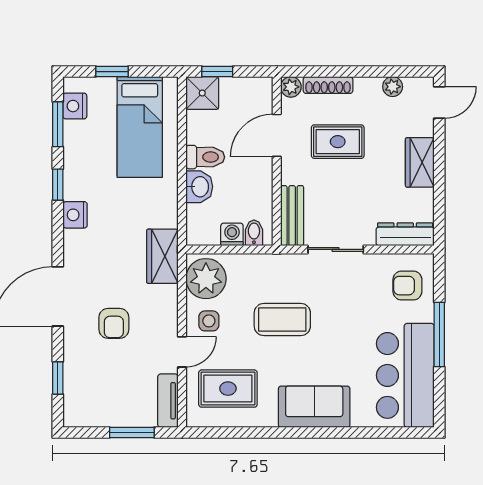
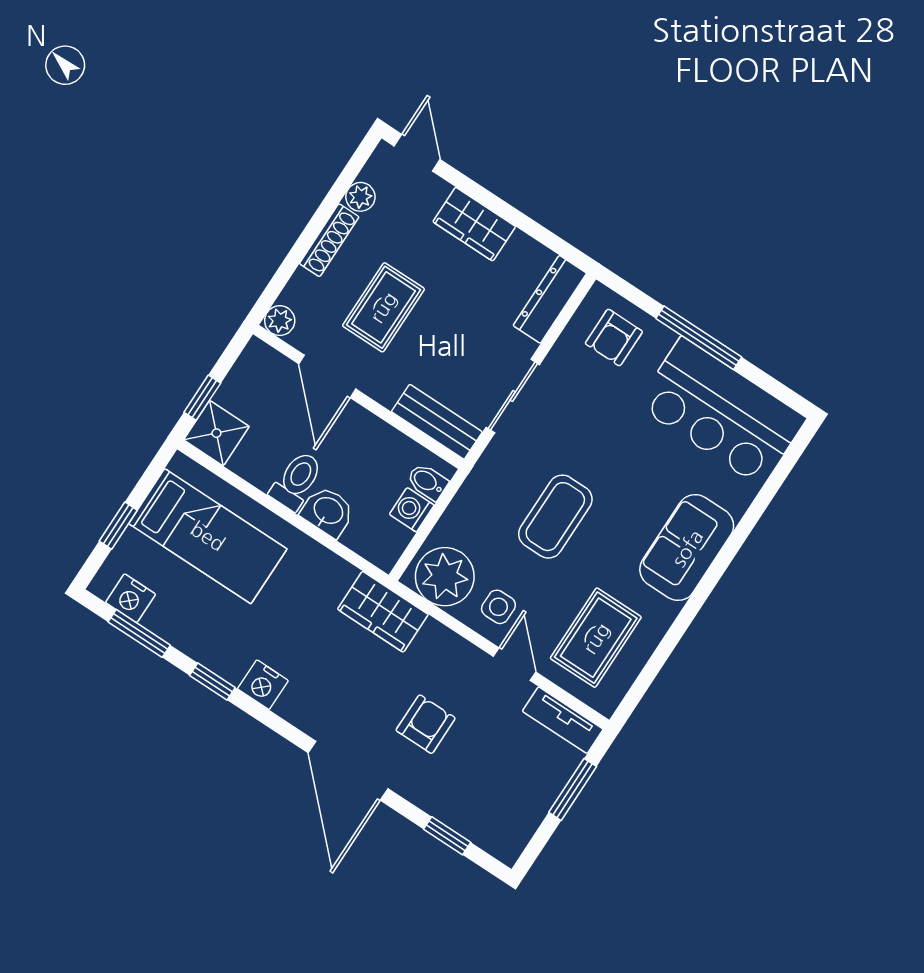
shoe rack: (328, 85) -> (329, 240), moved
armchair: (114, 323) -> (426, 724), turned -90

